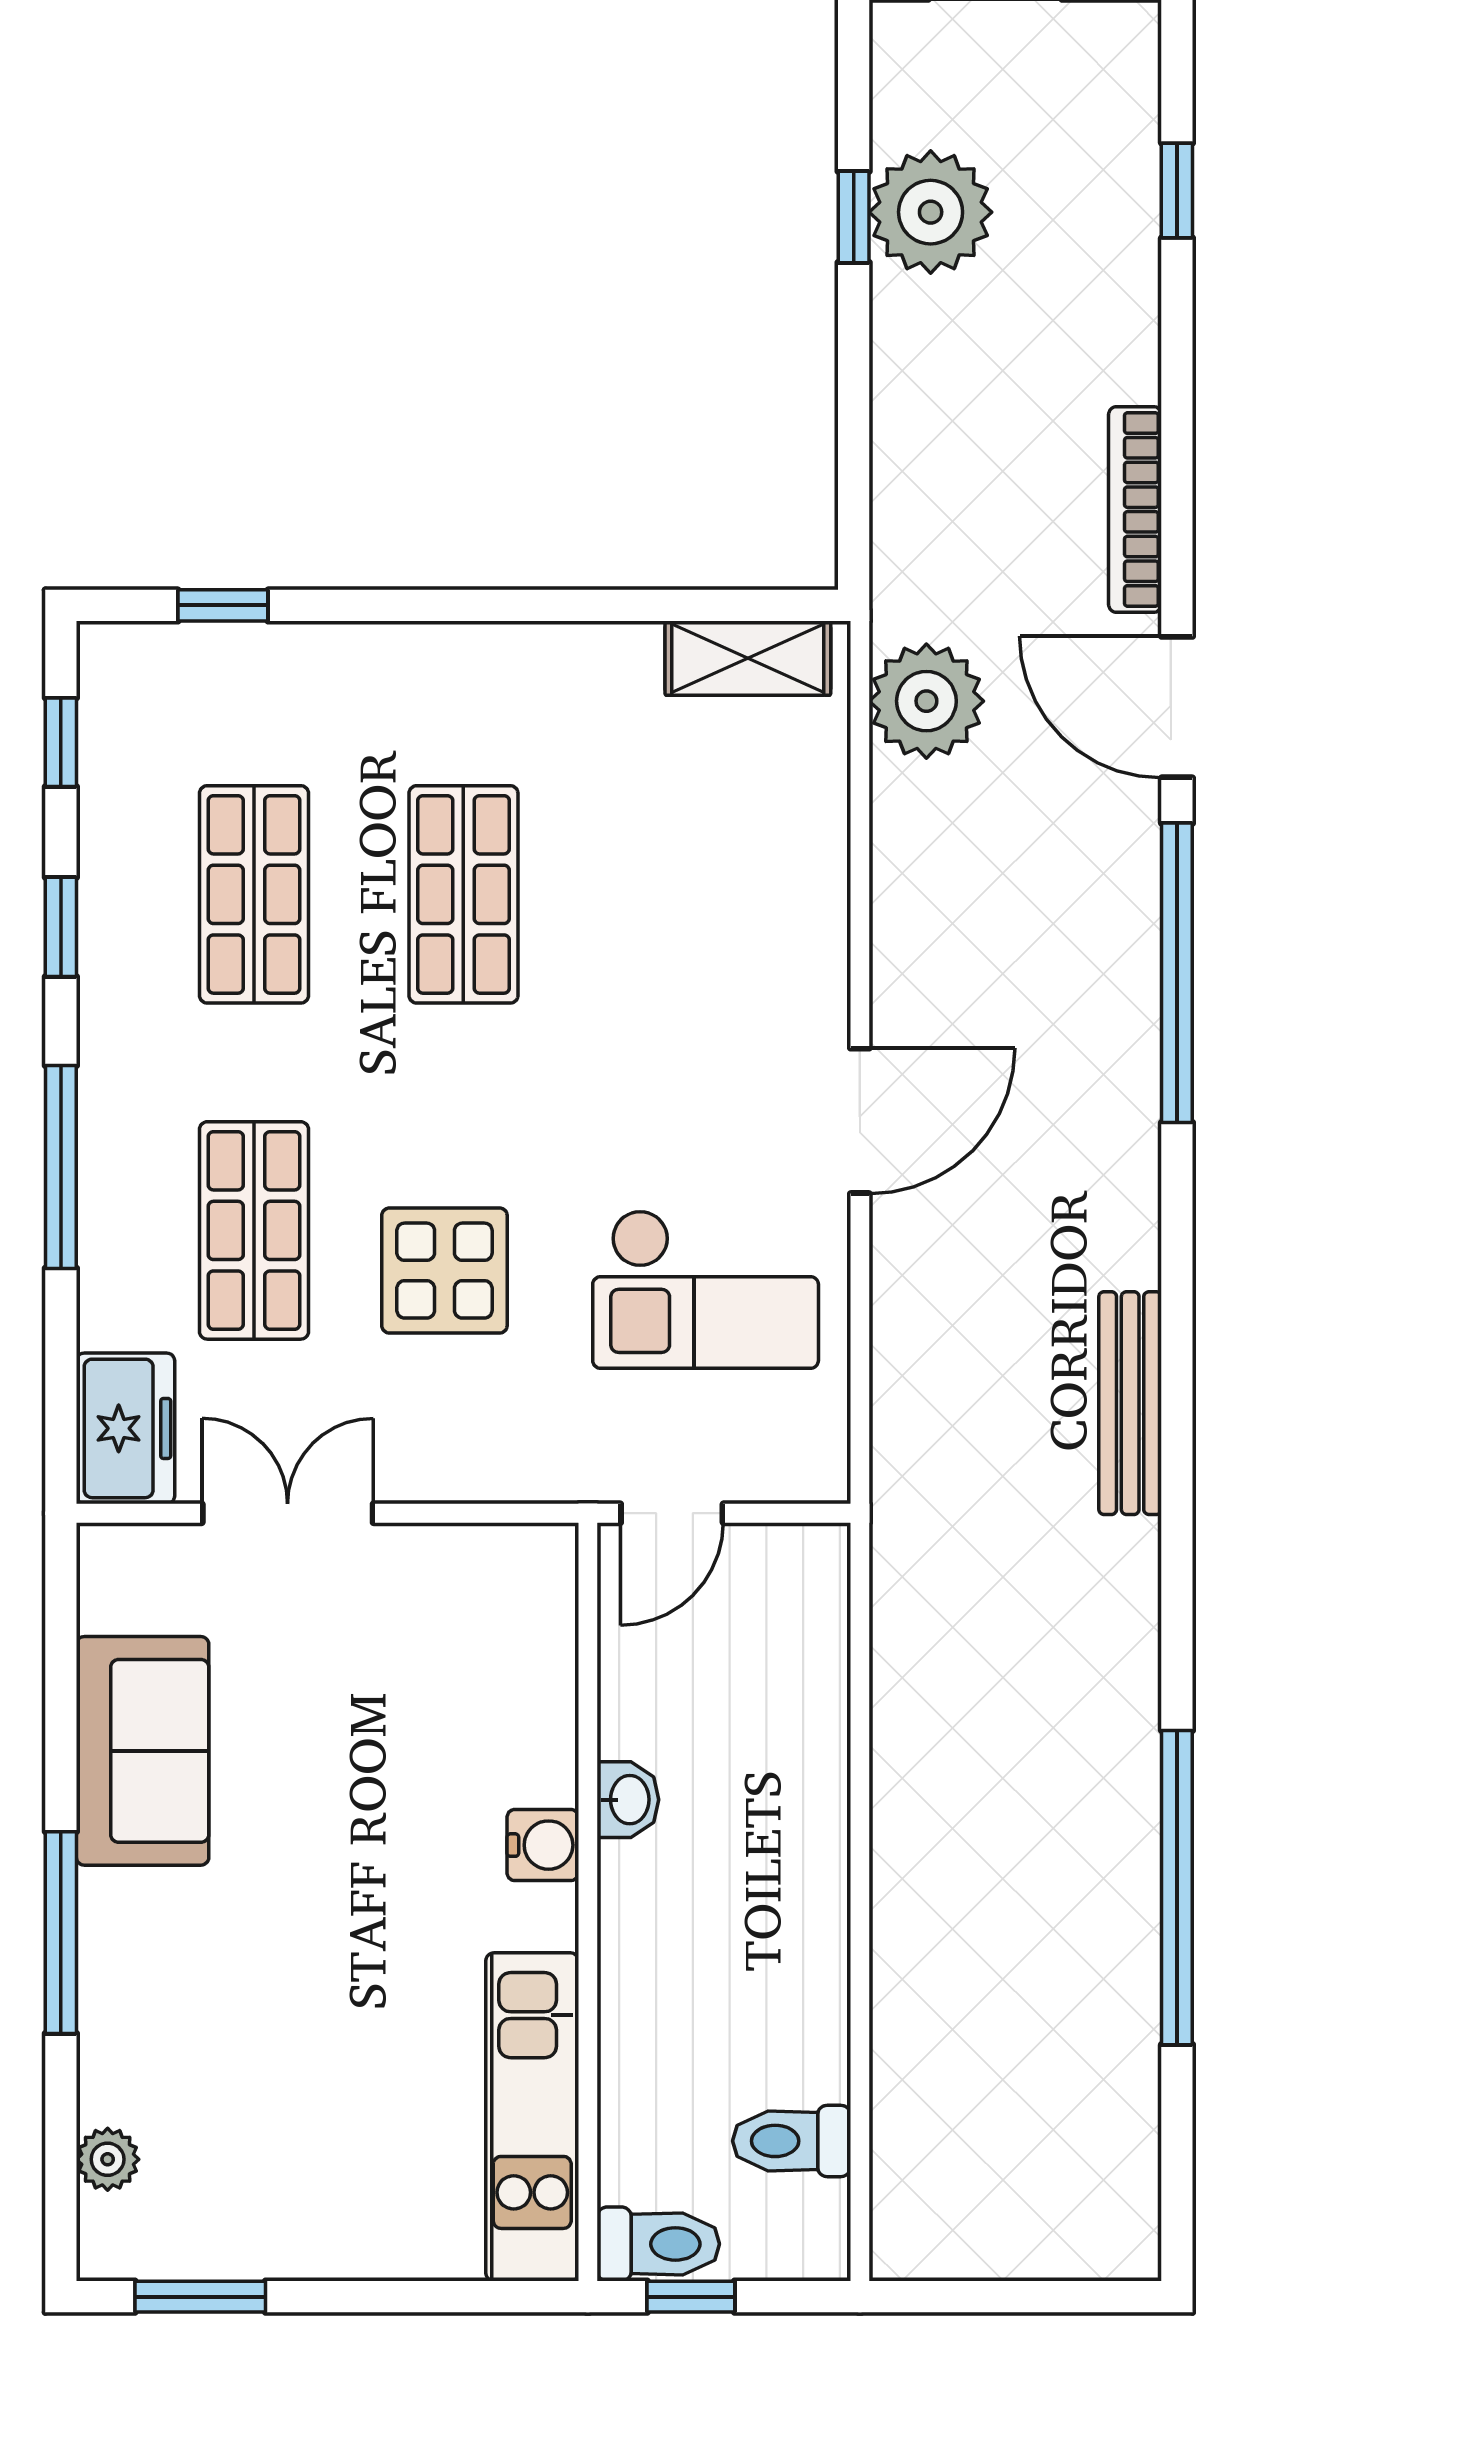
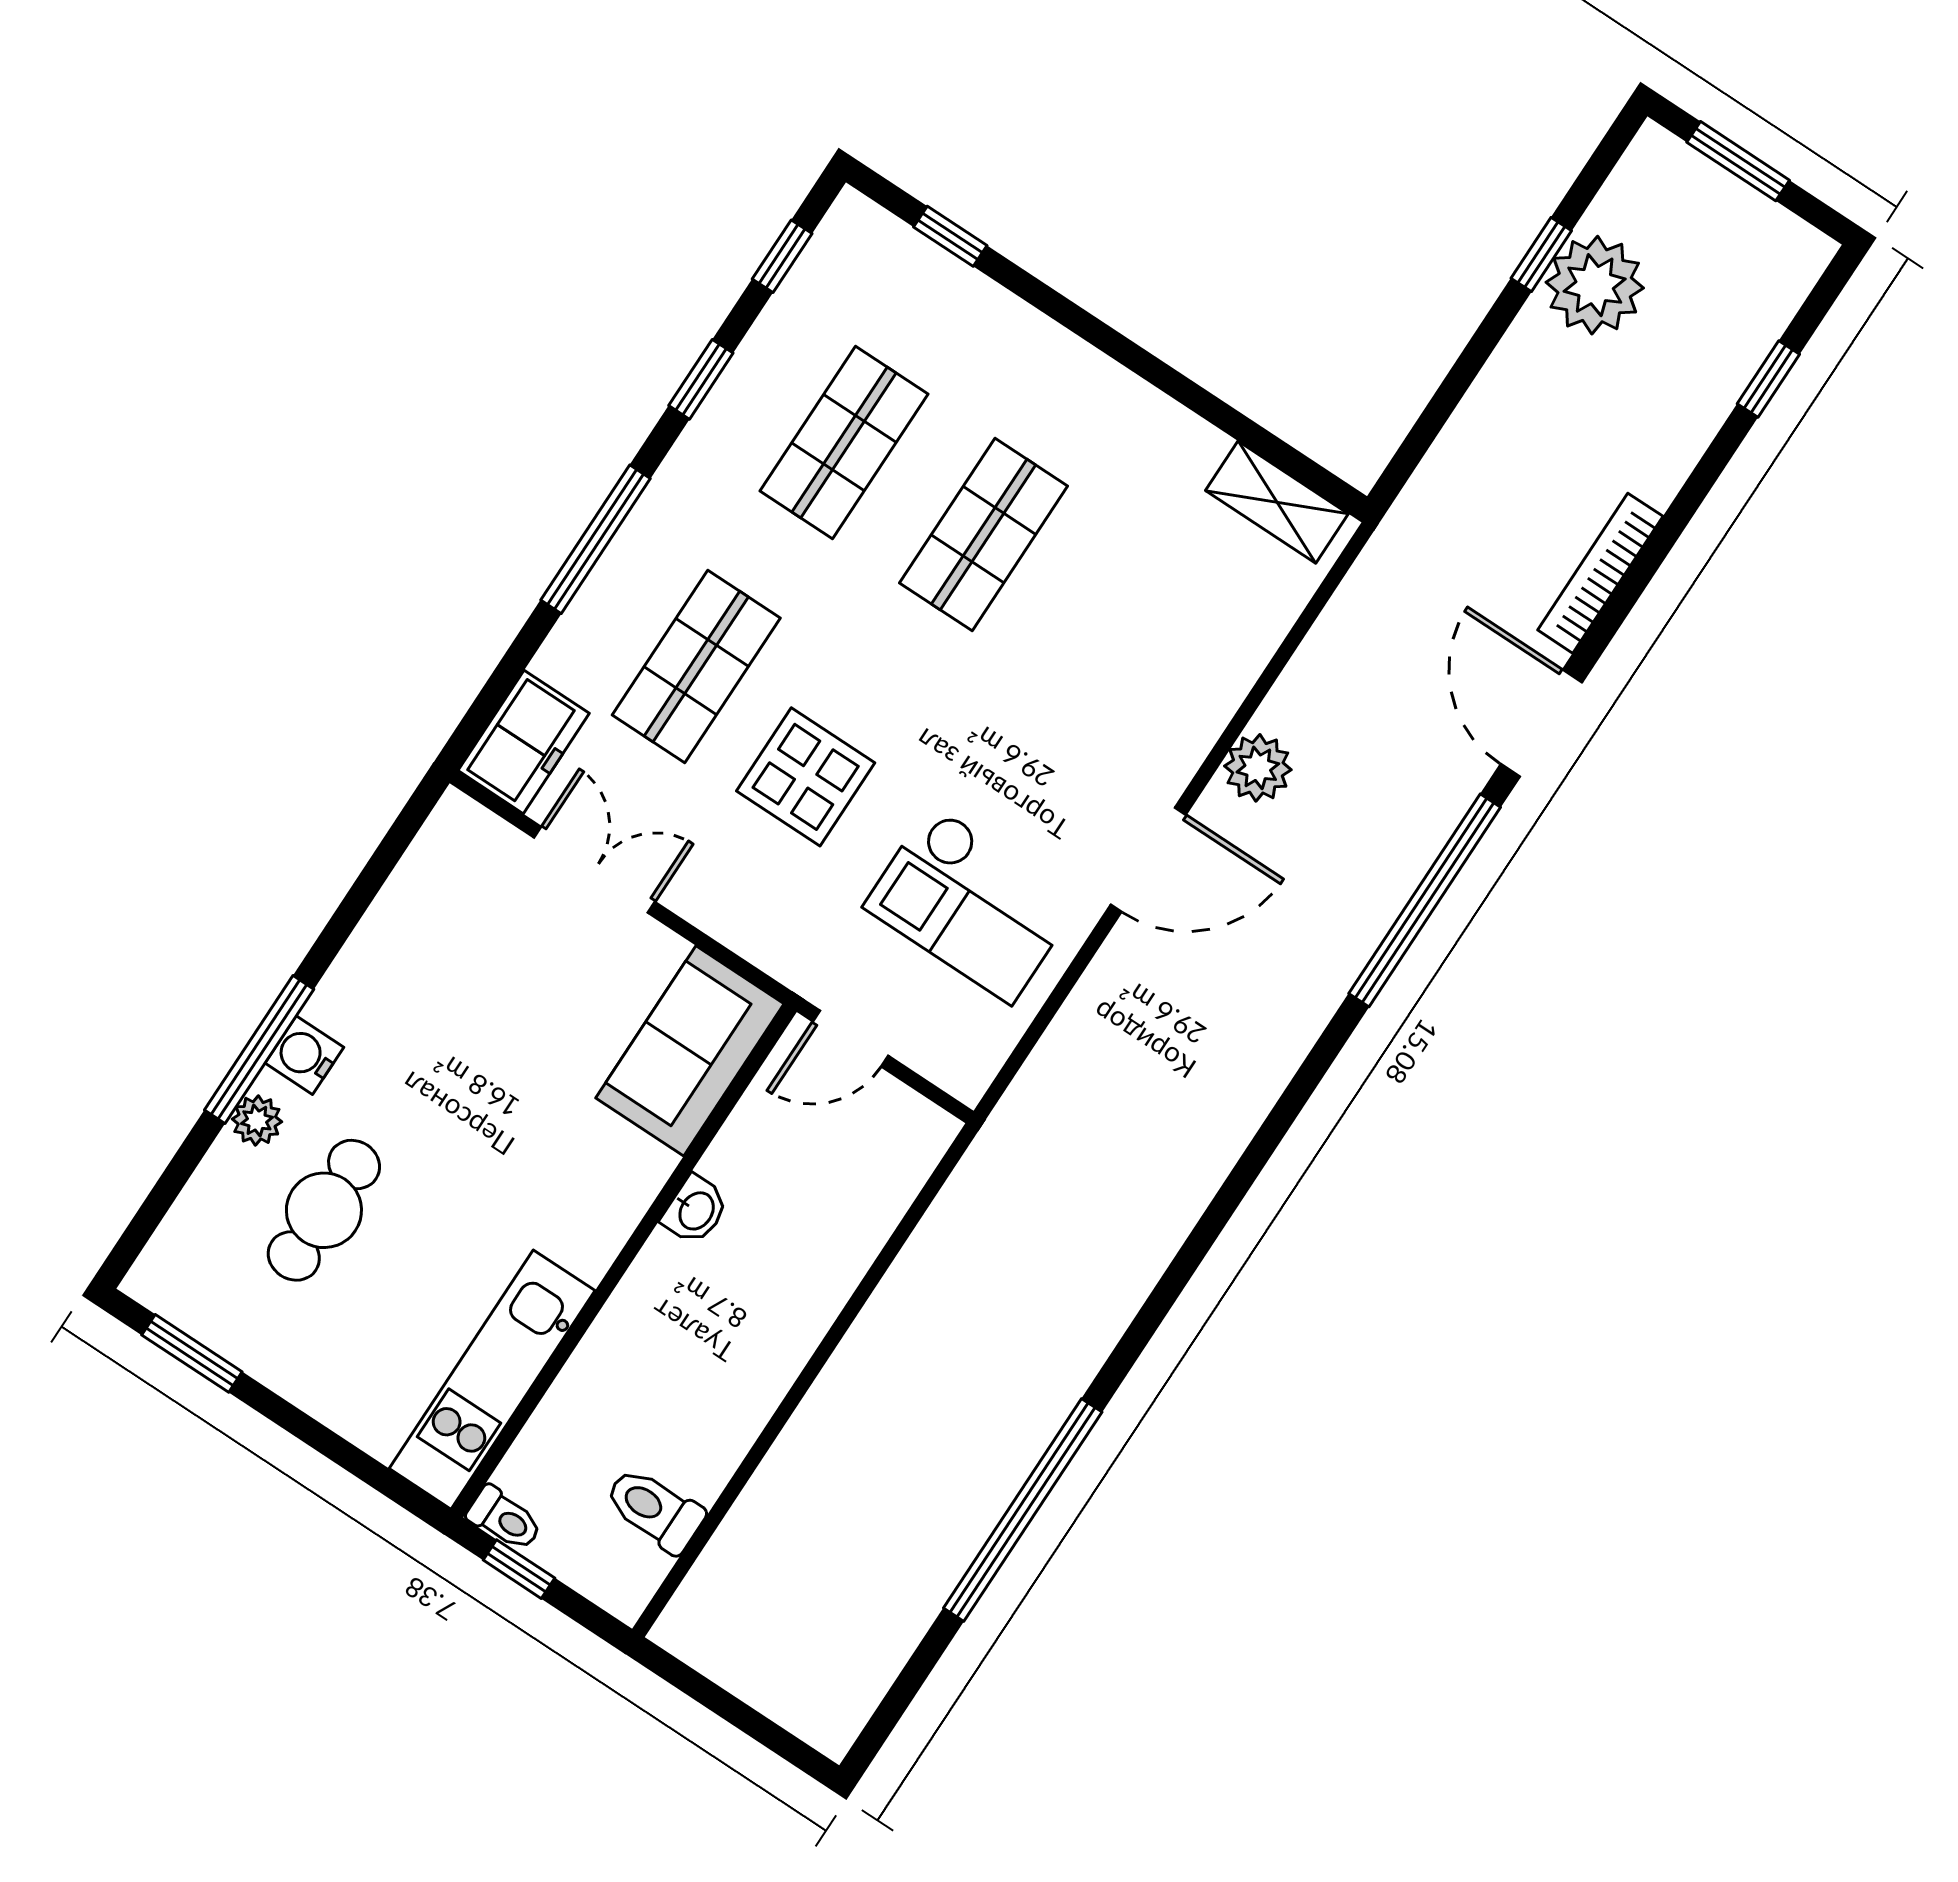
plant: (926, 701) -> (1258, 768), moved, width x0.73, depth x0.73
bench: (1130, 1403) -> (1204, 1167), removed
sofa: (143, 1751) -> (690, 1051), moved, turned 180
water cooler: (543, 1845) -> (304, 1055), moved, turned 180
cafe table: (240, 2056) -> (324, 1210), added
plant: (108, 2159) -> (257, 1120), moved
toilet: (658, 2244) -> (505, 1519), width x0.73, depth x0.72

